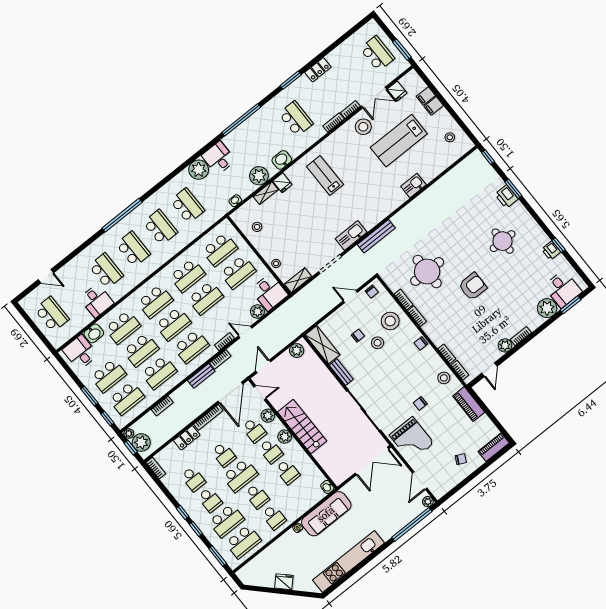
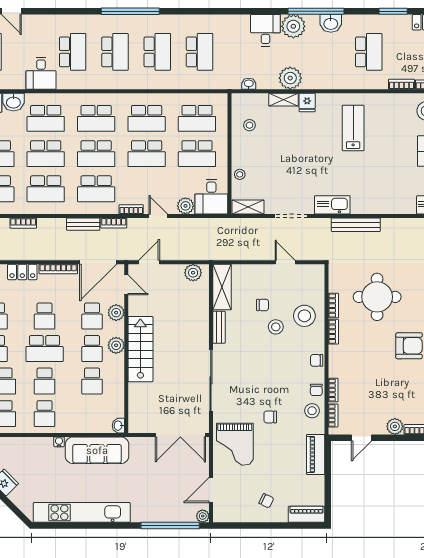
washbasin: (282, 160) -> (331, 23), moved, turned 180
plant: (199, 170) -> (293, 26), moved
chair: (372, 292) -> (316, 390), moved

